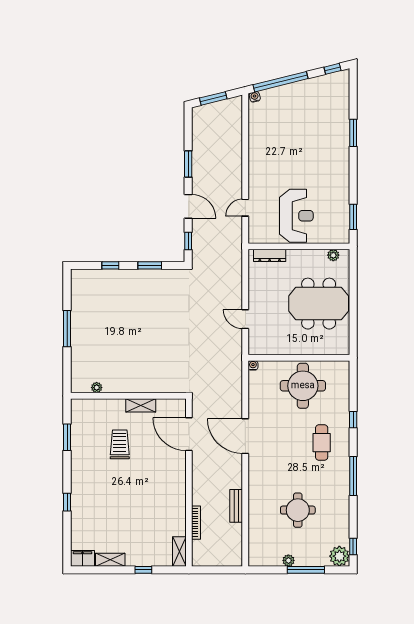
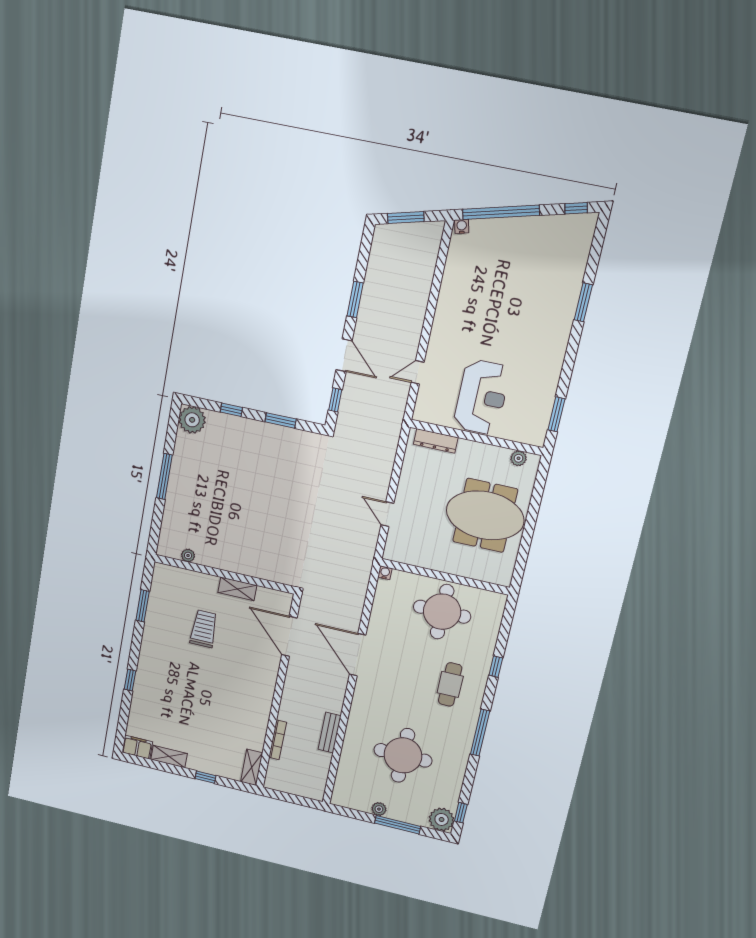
plant: (81, 280) -> (192, 420), added
round table: (298, 510) -> (403, 755), width x1.36, depth x1.36

